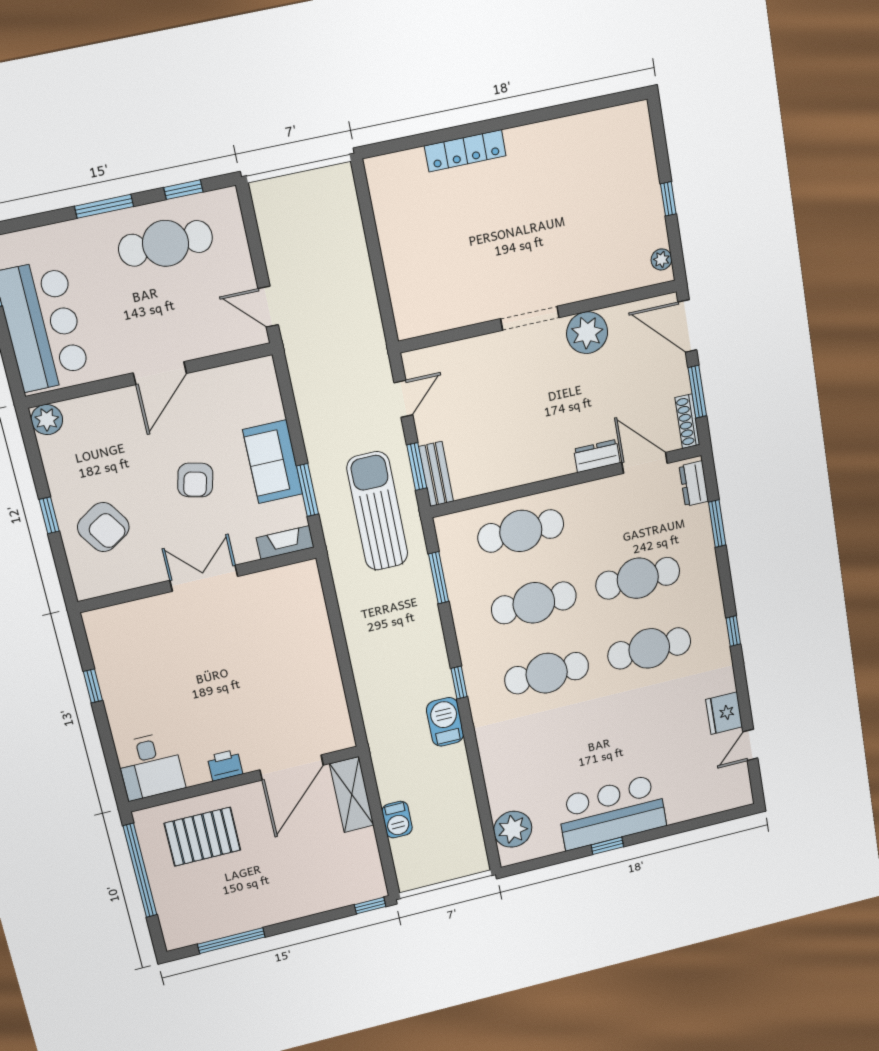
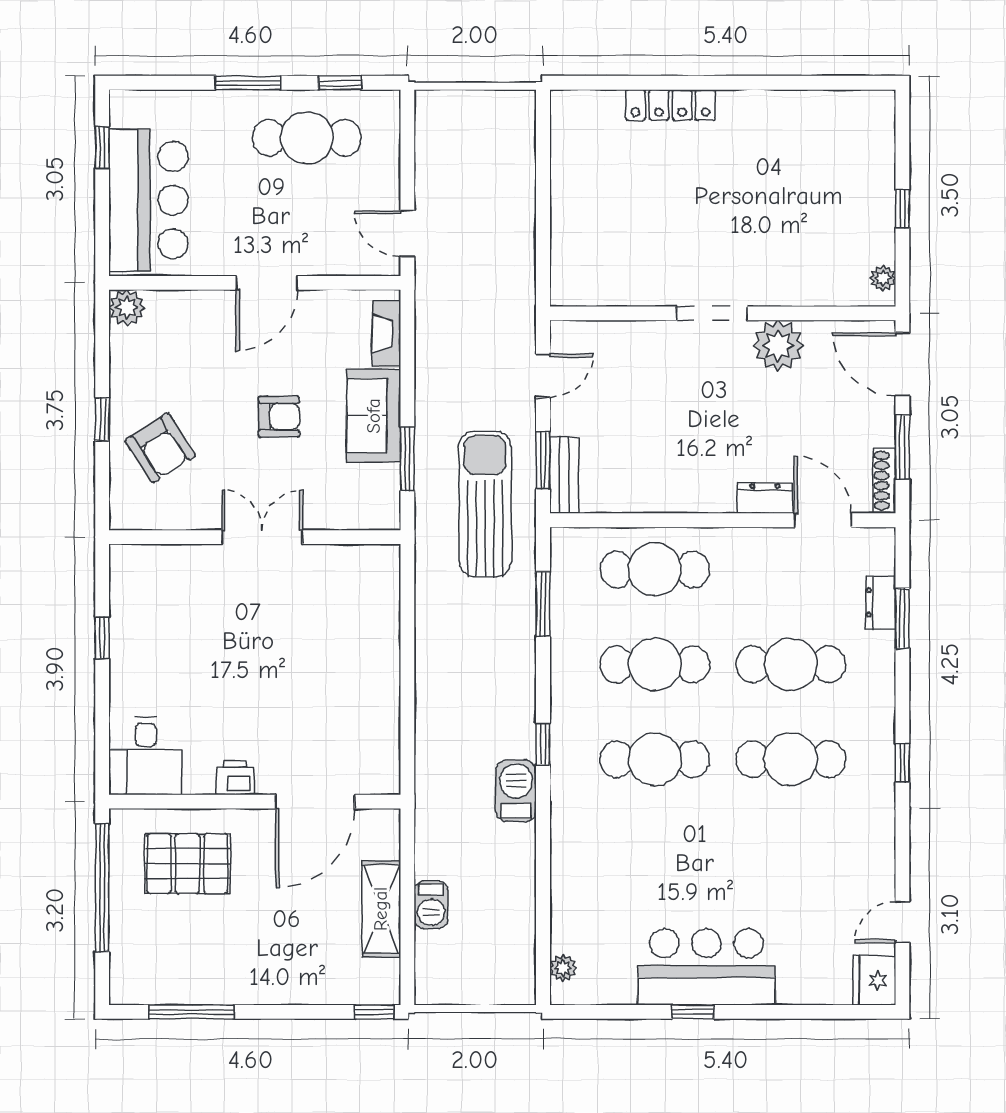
armchair: (195, 480) -> (279, 417), turned -104
dresser: (694, 484) -> (881, 602), moved
fireplace: (285, 542) -> (386, 334), moved, turned -90
fridge: (724, 713) -> (874, 980), moved
shelving: (352, 795) -> (381, 909), moved
plant: (513, 829) -> (563, 968), width x0.53, depth x0.53

